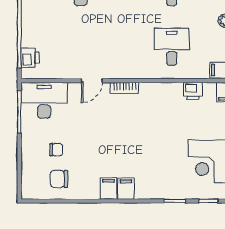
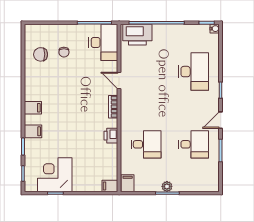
printer: (30, 58) -> (137, 35), width x1.87, depth x1.48
printer: (193, 91) -> (111, 136), moved
chair: (59, 179) -> (41, 54), turned -90
filing cabinet: (108, 188) -> (33, 131), moved

